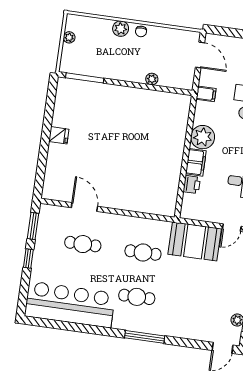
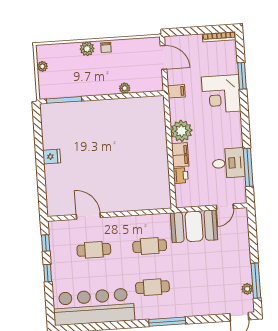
window: (33, 226) -> (46, 243), width x0.67

